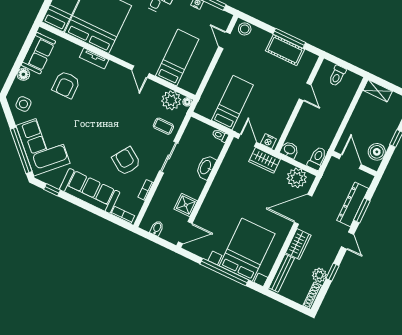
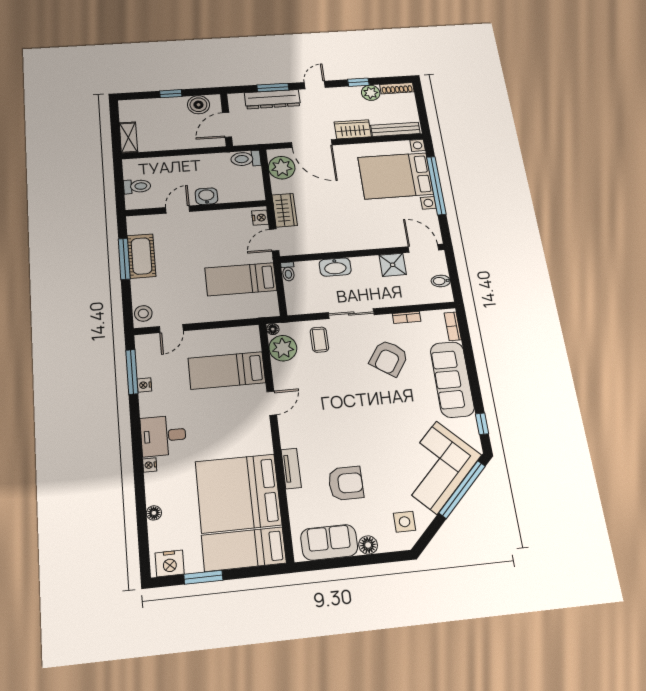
washbasin: (289, 150) -> (206, 196), moved, turned 90

